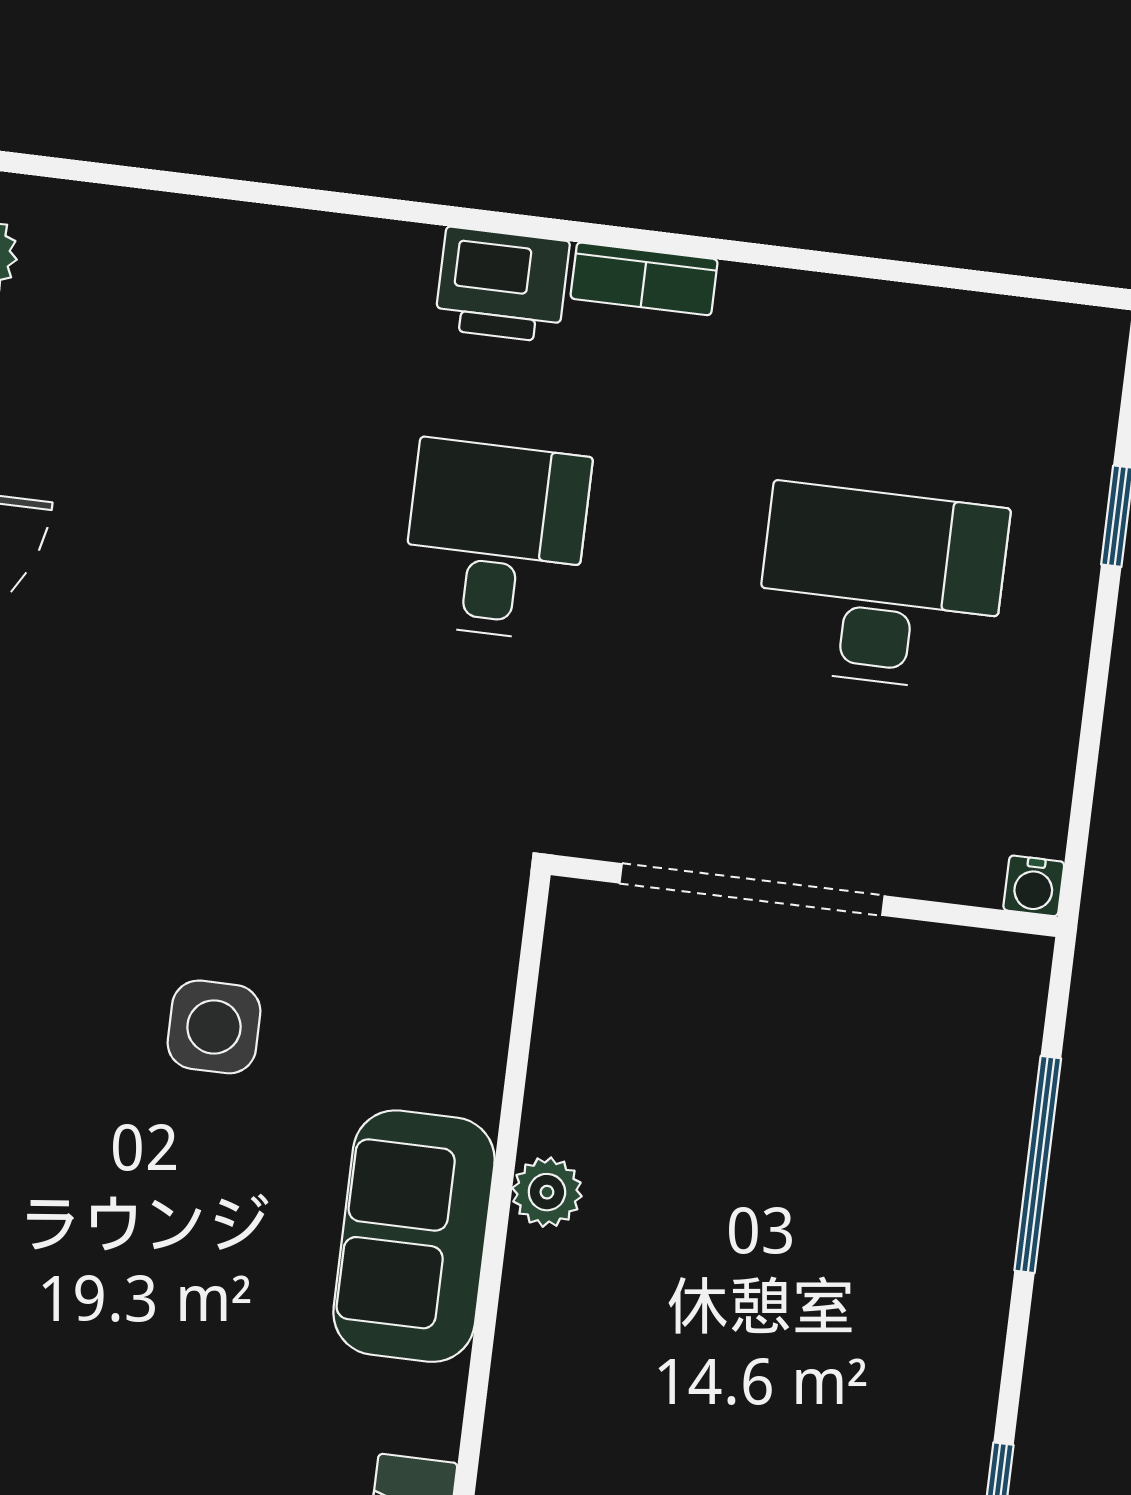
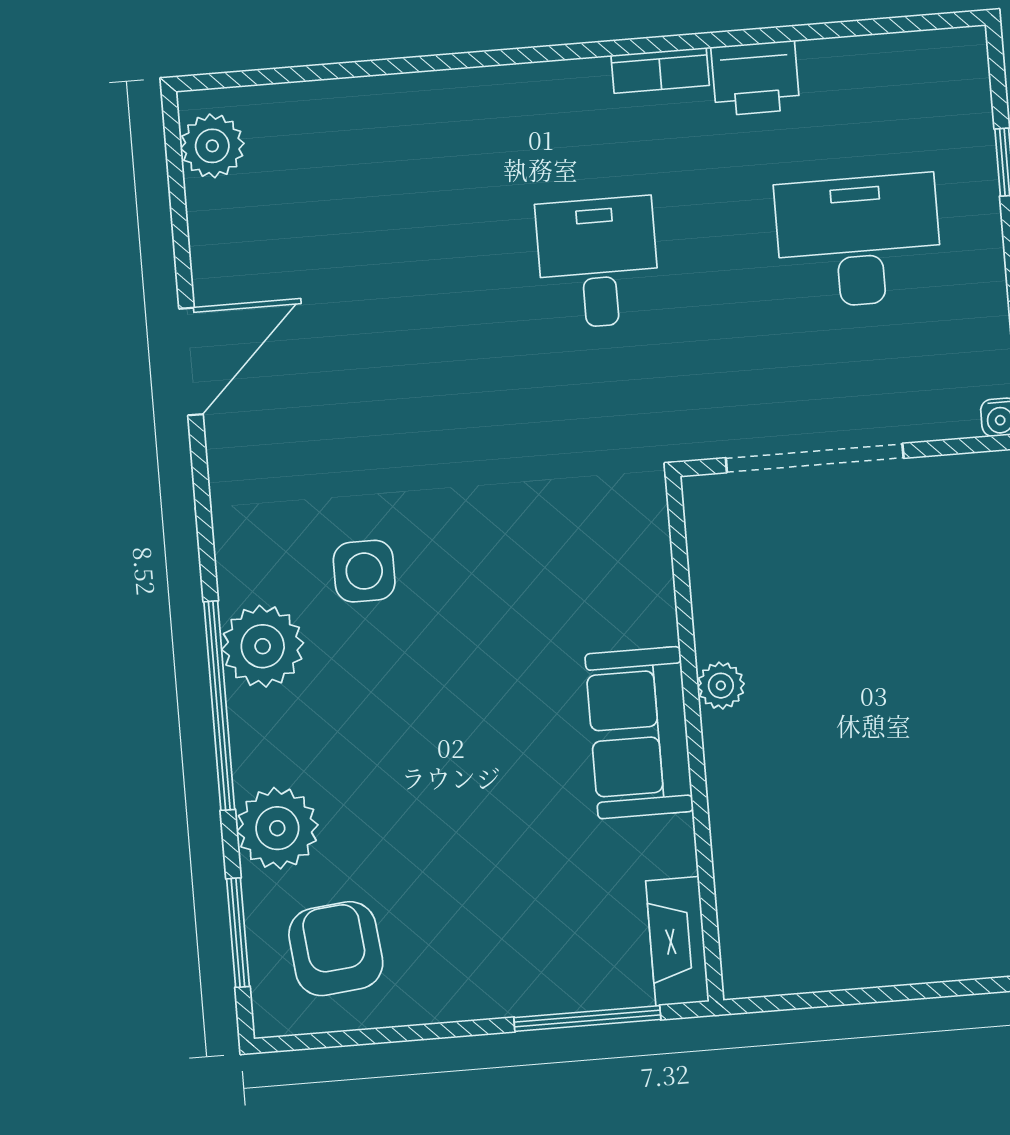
printer: (502, 285) -> (755, 78), moved
side table: (214, 1027) -> (364, 571), moved

